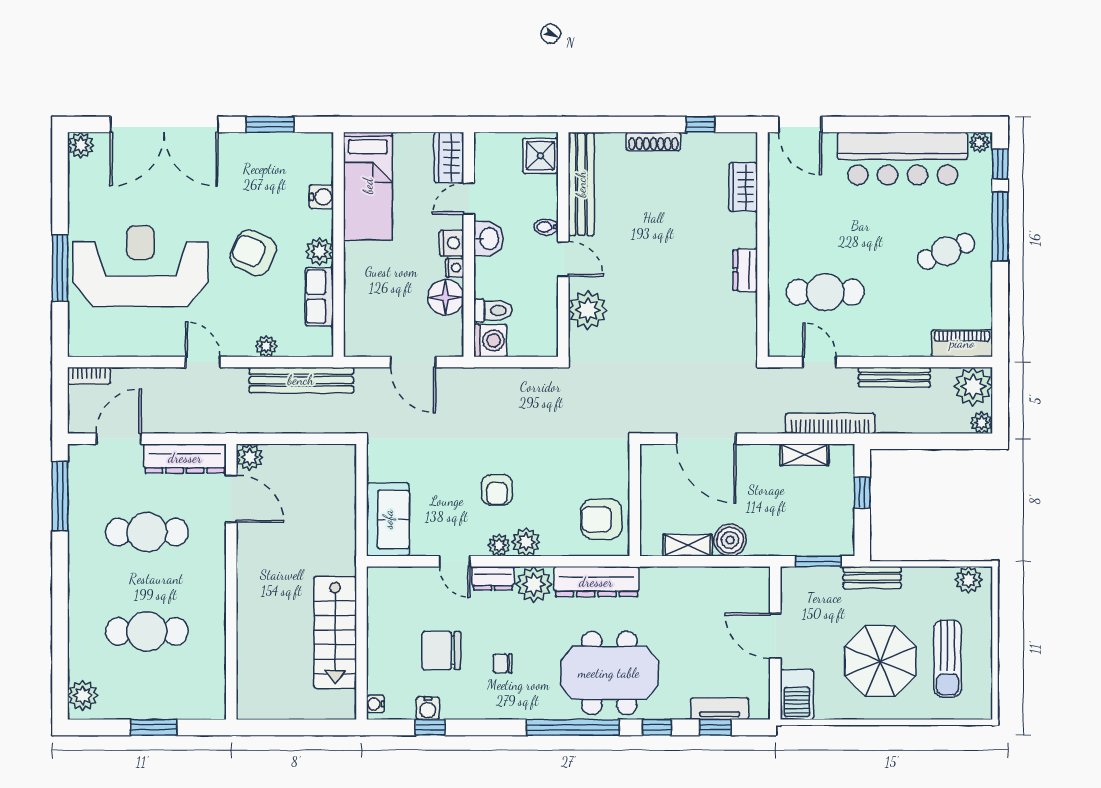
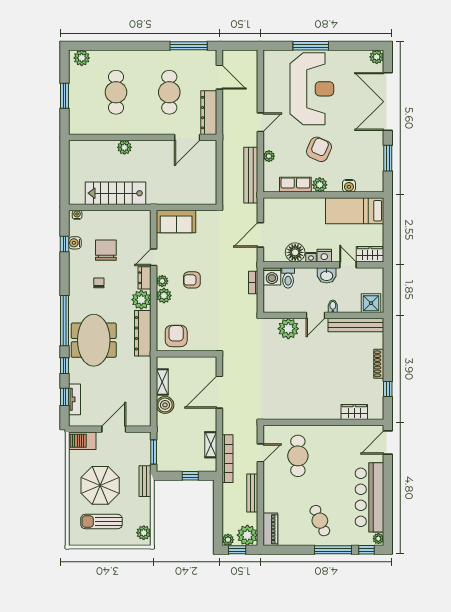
dresser: (745, 270) -> (310, 413), removed
bookcase: (89, 376) -> (253, 282), moved
window: (1000, 406) -> (237, 550), added
plant: (250, 457) -> (124, 147), moved

